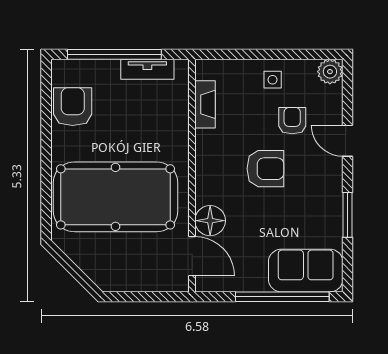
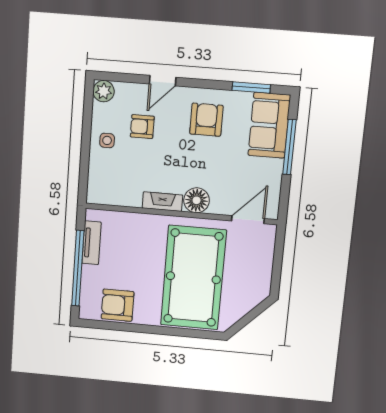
fireplace: (205, 104) -> (162, 202), moved
armchair: (265, 169) -> (206, 120), moved
window: (348, 215) -> (251, 87), moved
floor lamp: (210, 221) -> (197, 200), moved
window: (282, 297) -> (289, 147), width x0.68

